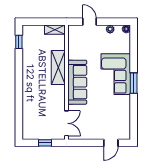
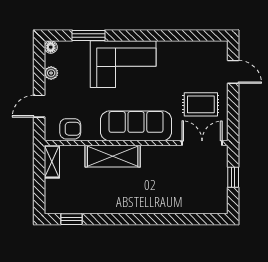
armchair: (75, 41) -> (70, 129), added
window: (134, 83) -> (89, 36), moved
rug: (91, 123) -> (201, 104), added

